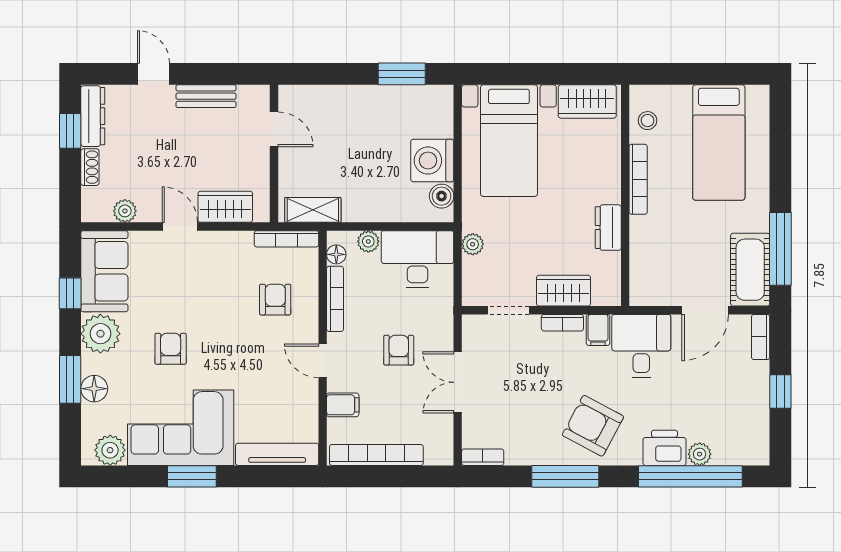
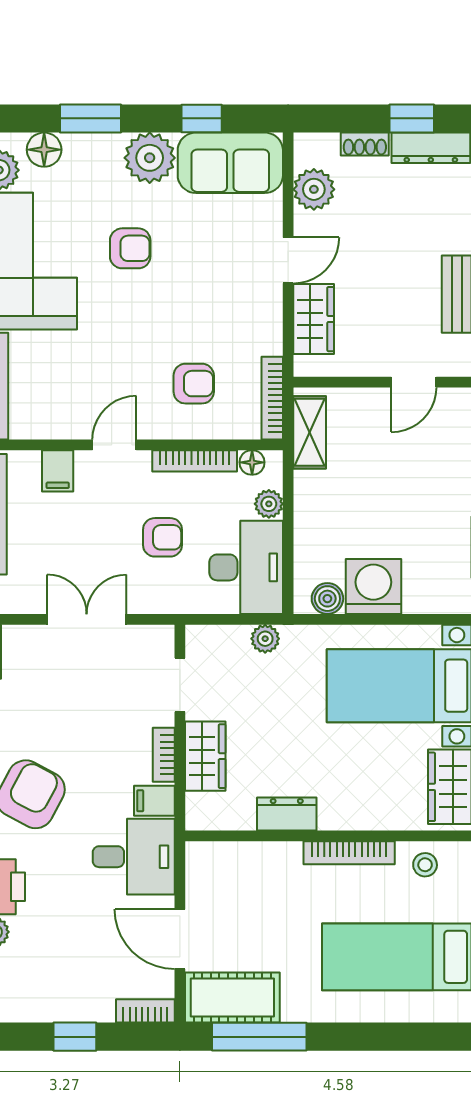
plant: (125, 211) -> (314, 189), width x1.38, depth x1.38
armchair: (399, 350) -> (162, 537), moved
floor lamp: (94, 389) -> (44, 150), moved

